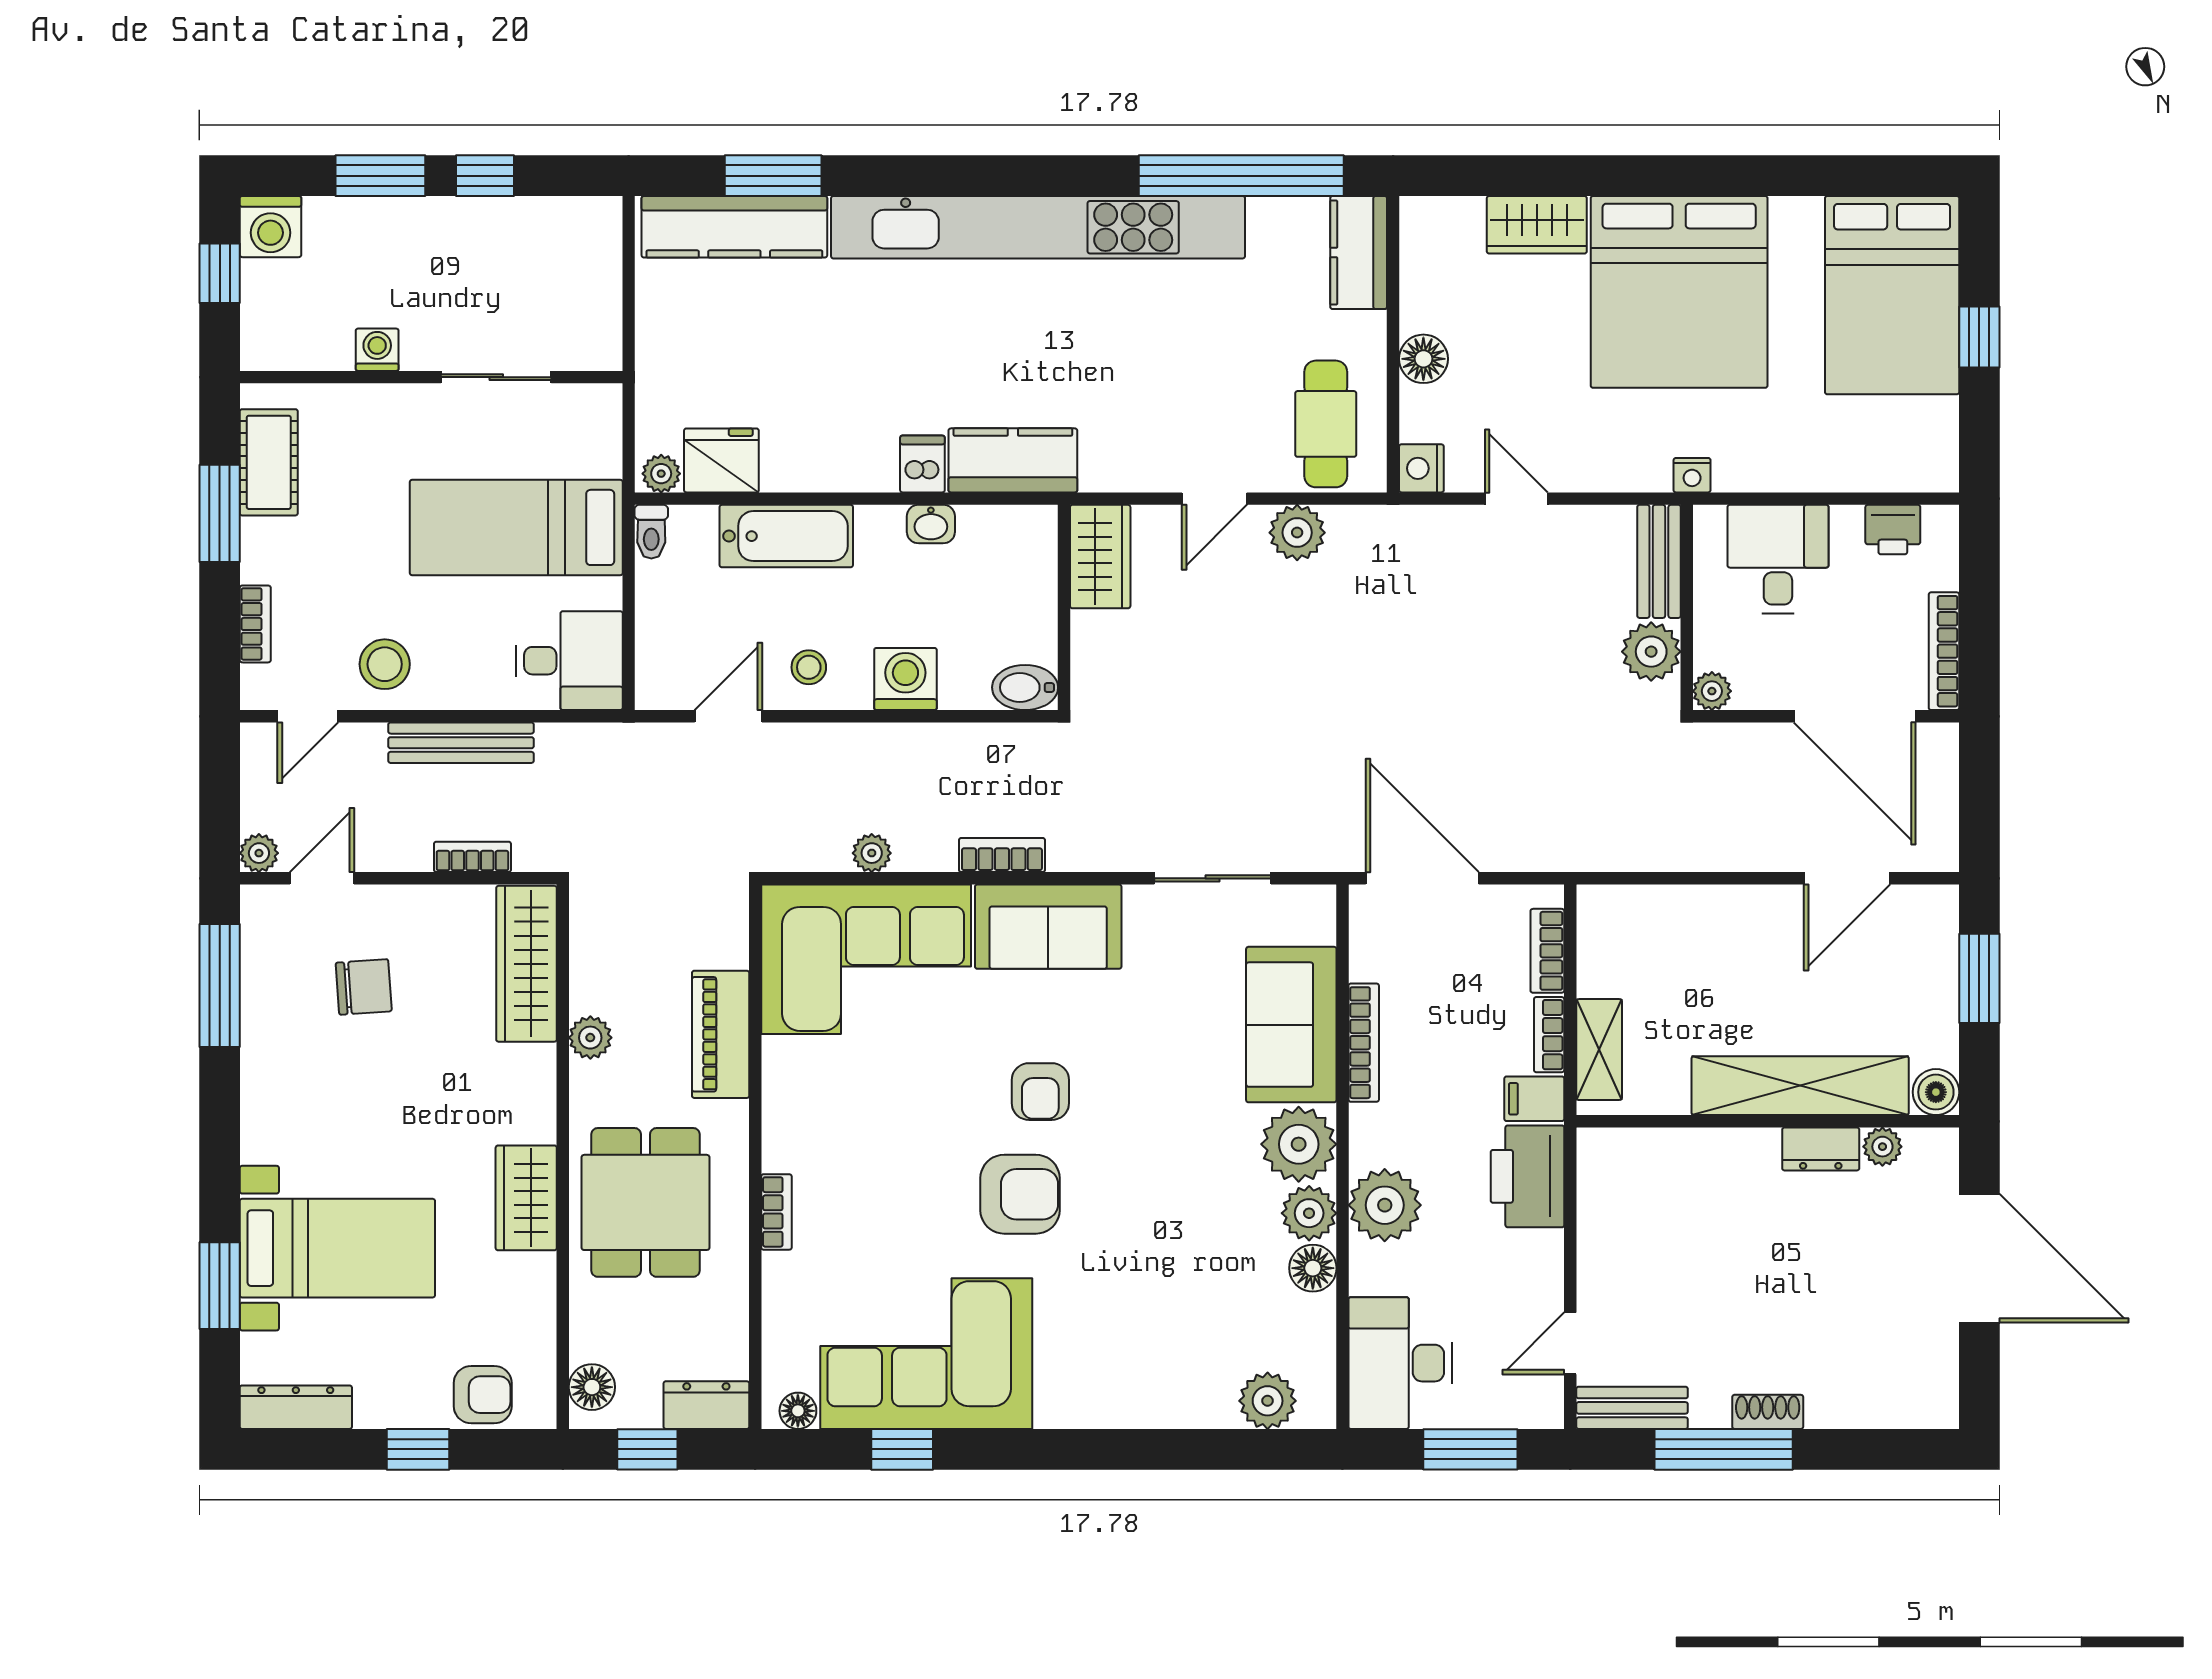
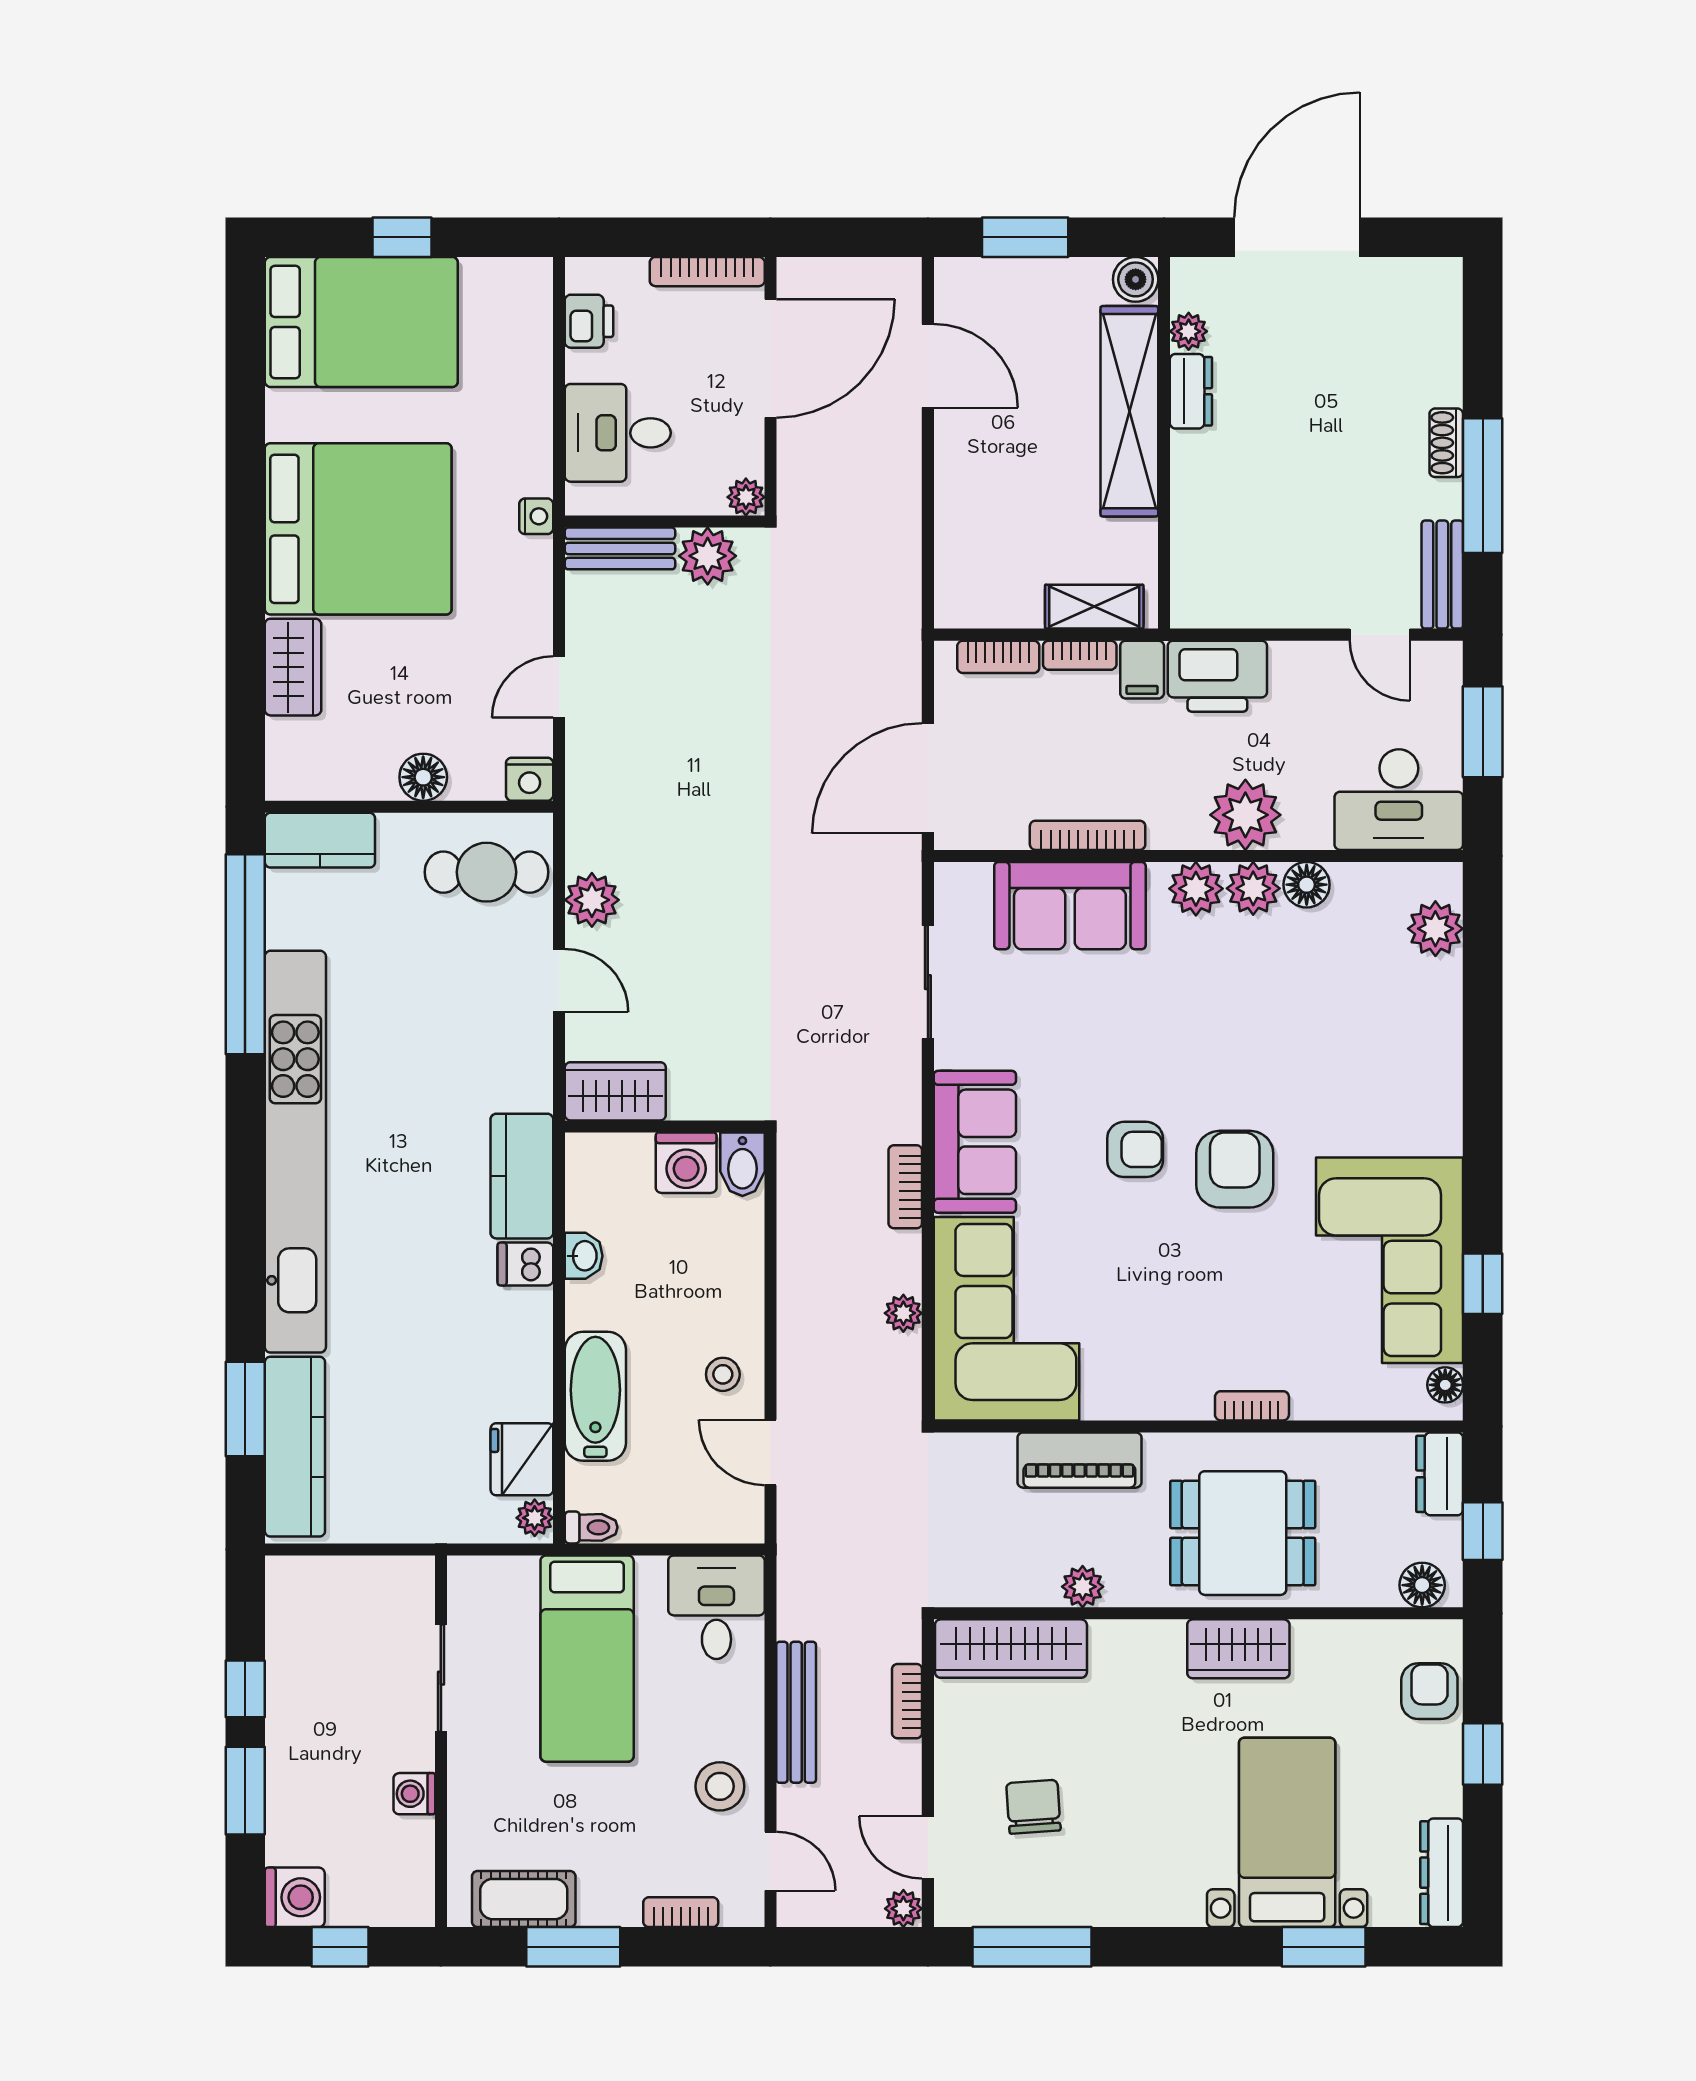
washing machine: (905, 679) -> (686, 1163), moved, turned -90
plant: (1299, 1144) -> (1196, 889), width x0.73, depth x0.73

